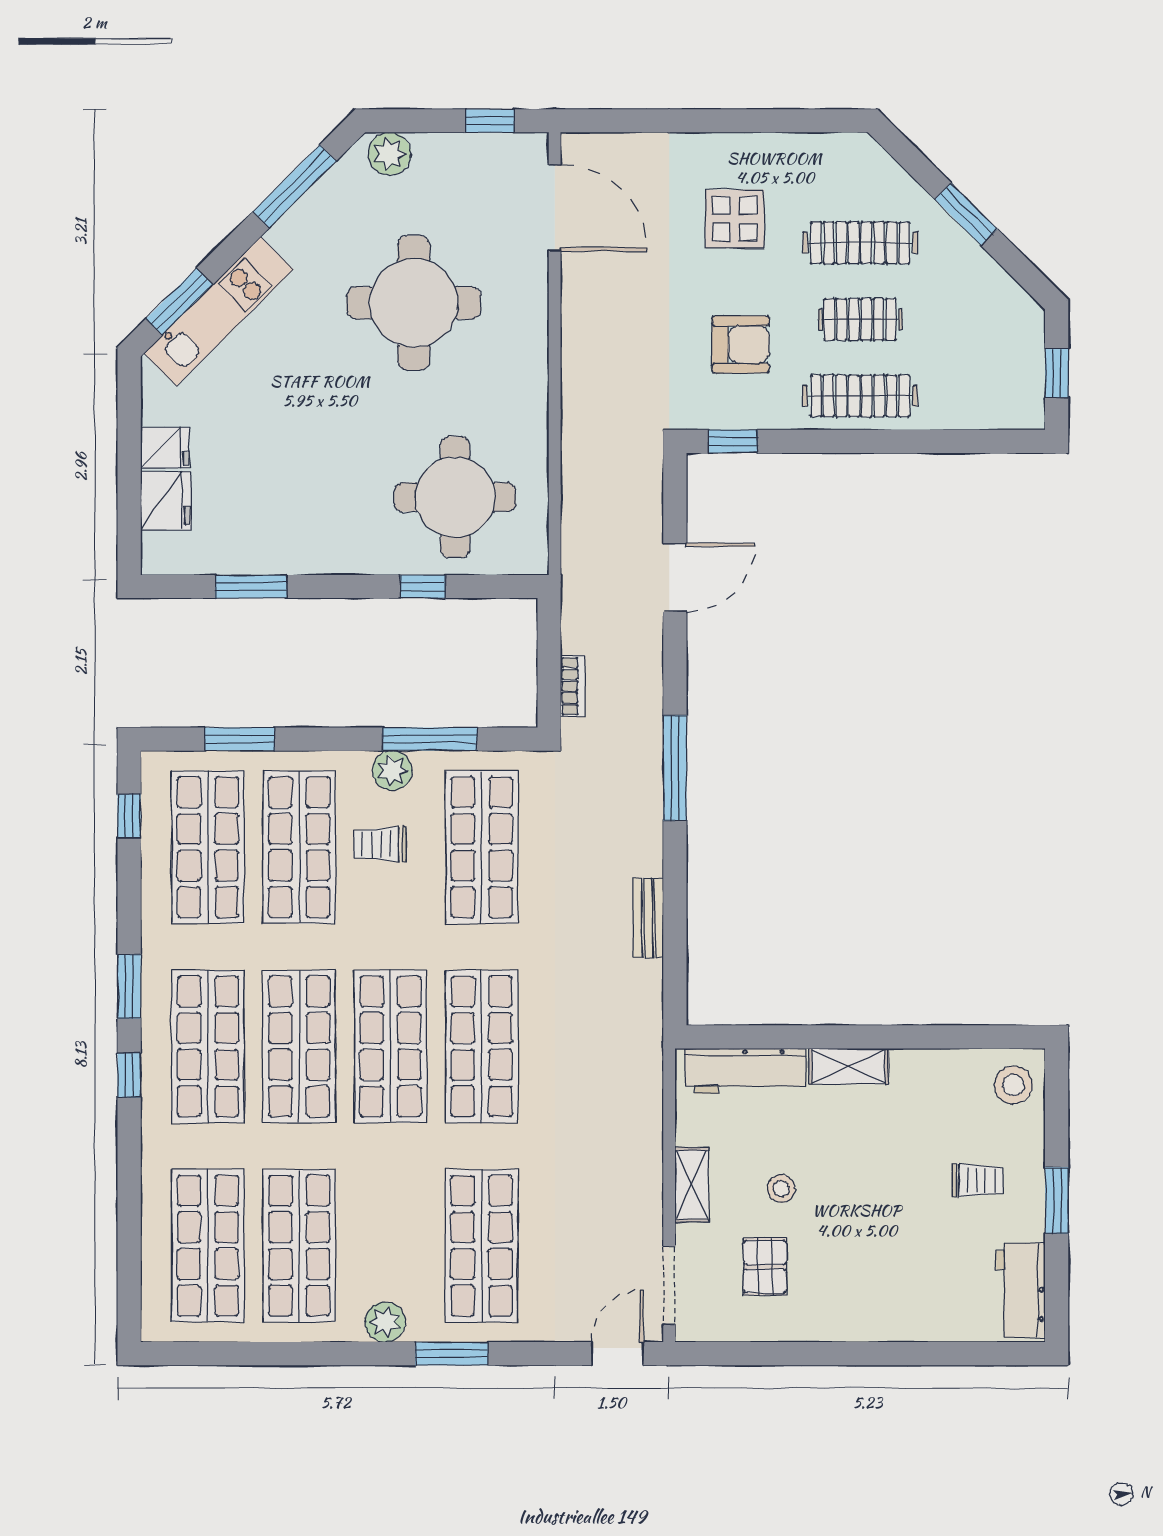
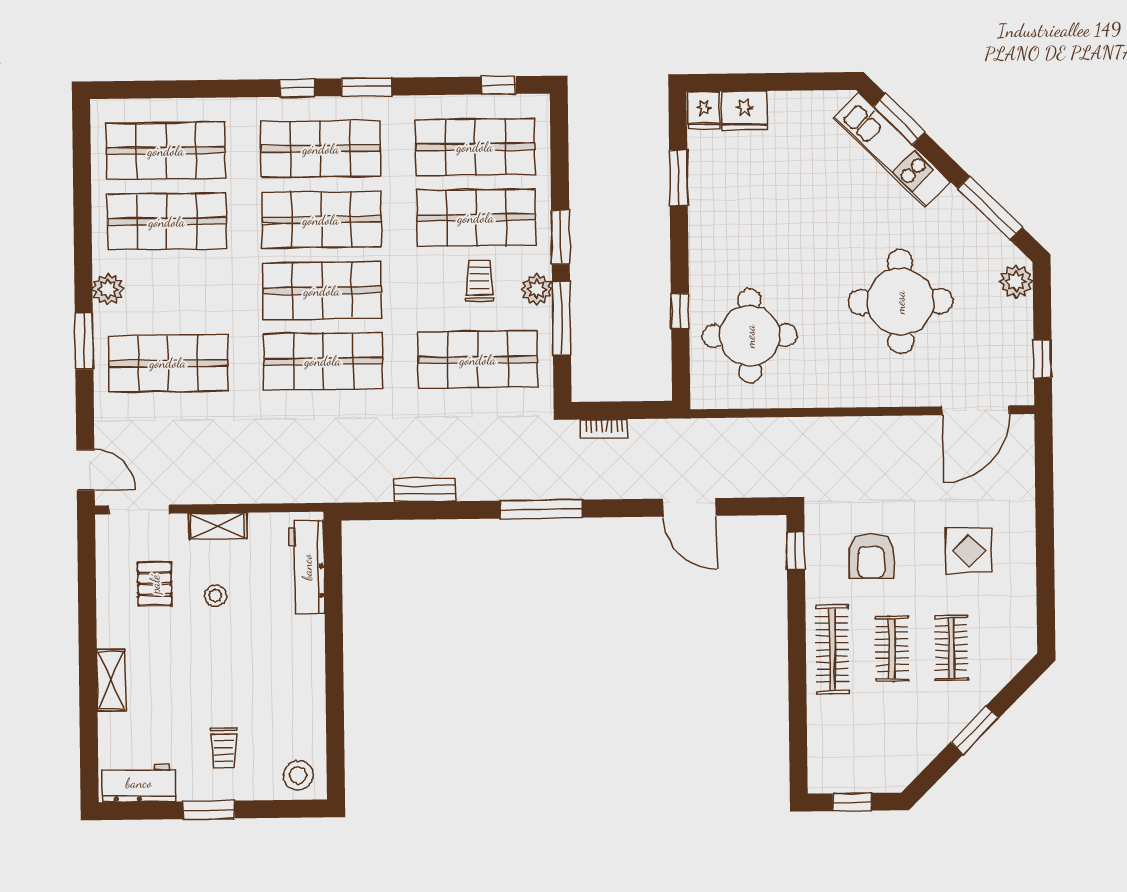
clothes rail: (860, 243) -> (951, 648), width x0.73
fridge: (165, 448) -> (704, 110), moved
window: (240, 739) -> (560, 237), moved
shelving: (849, 1066) -> (111, 680), moved
pallet: (765, 1267) -> (155, 584), turned 90

